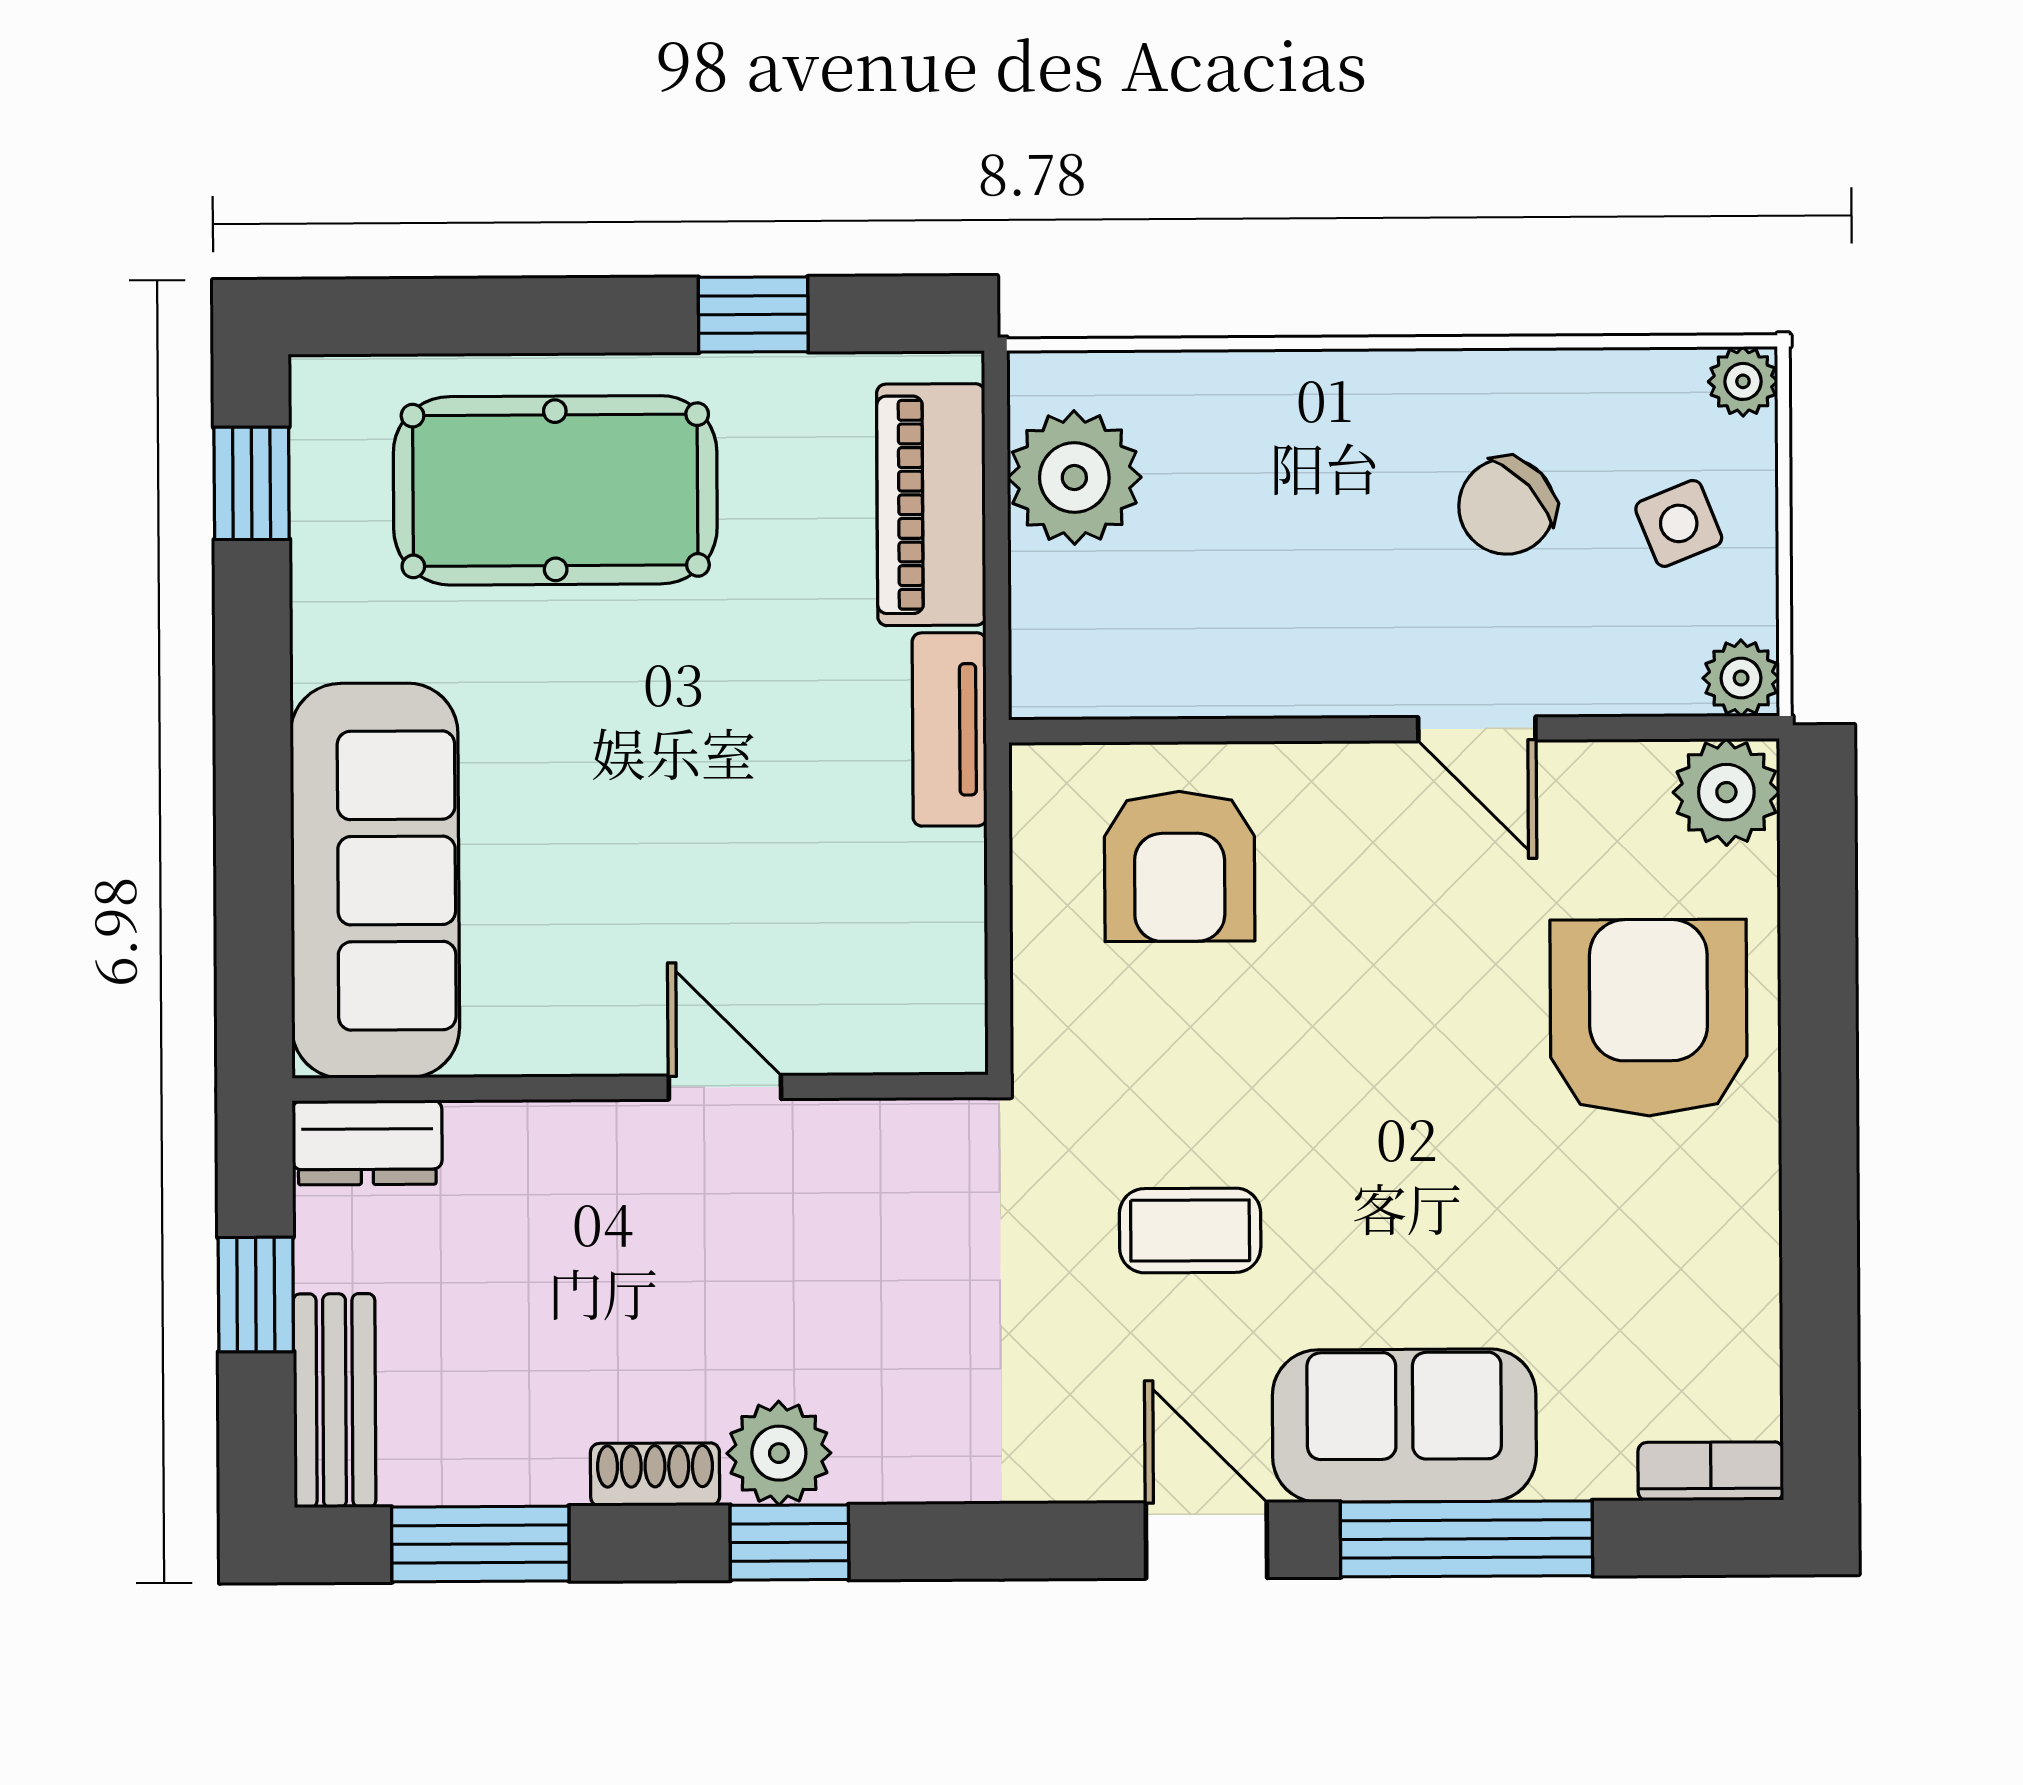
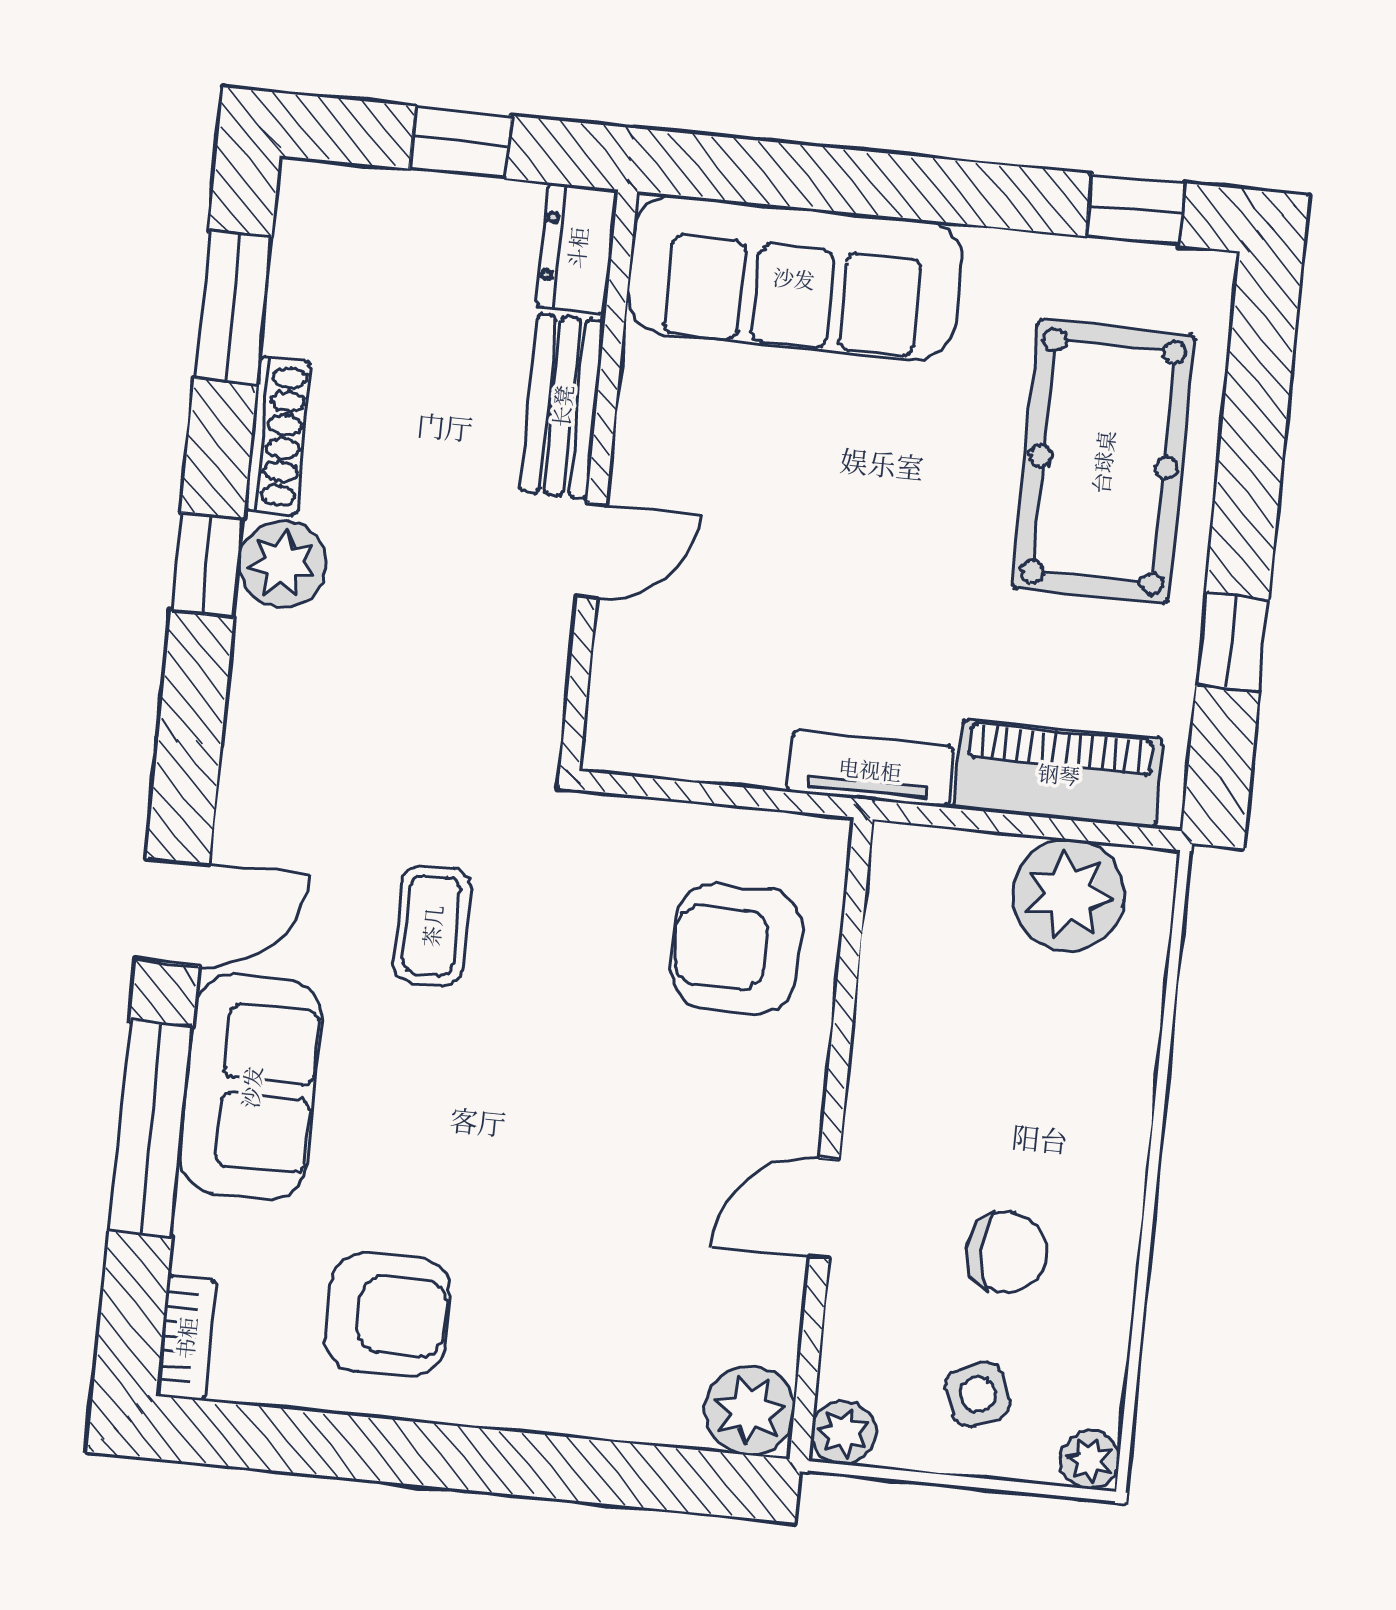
chair: (1507, 506) -> (1007, 1252), turned 133
armchair: (1649, 1018) -> (388, 1315), moved, width x0.73, depth x0.73
bench: (334, 1401) -> (562, 406), moved, turned 90
shoe rack: (655, 1474) -> (278, 436), width x1.43

